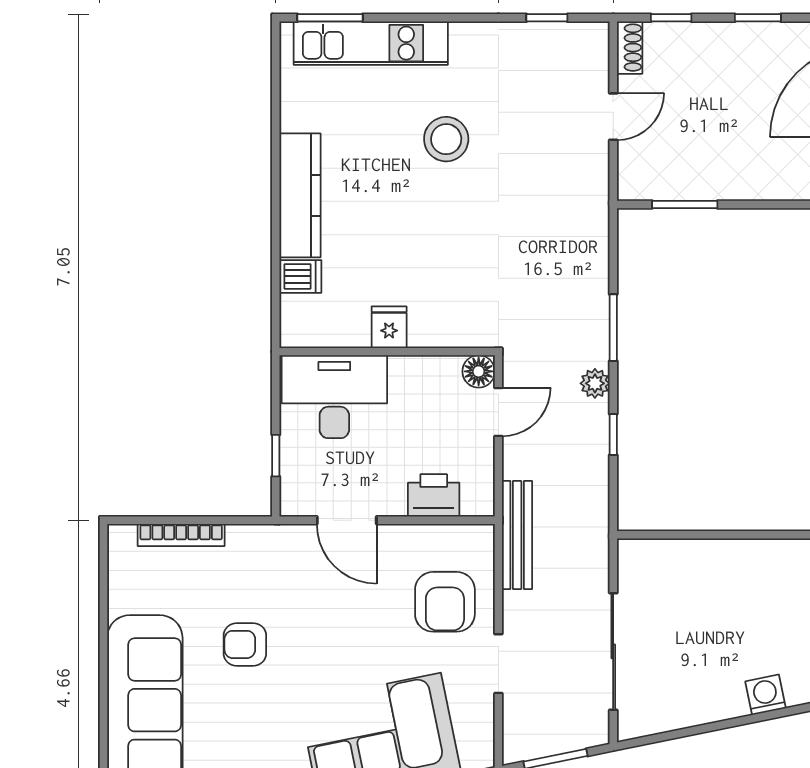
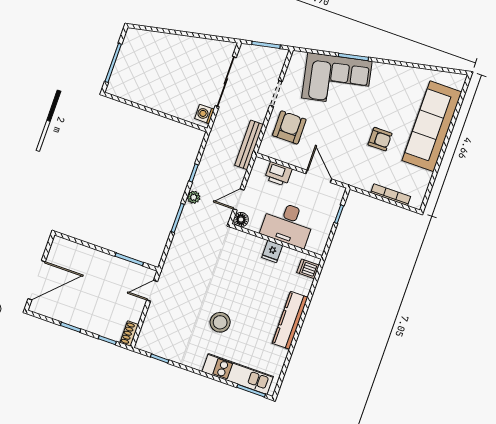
door: (613, 117) -> (152, 291), moved
dishwasher: (300, 276) -> (308, 269), moved
desk: (334, 397) -> (288, 224), moved
washing machine: (765, 695) -> (204, 114), moved, turned 101

